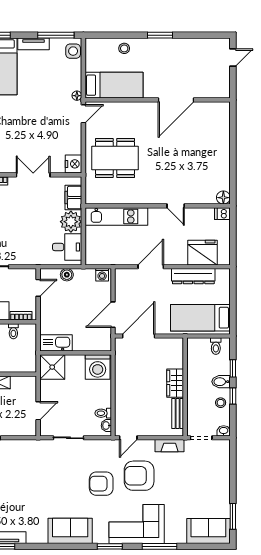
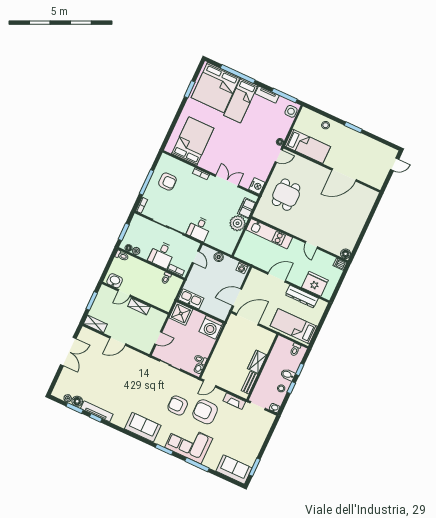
dining table: (115, 158) -> (286, 195), width x0.73
desk: (67, 247) -> (199, 229), moved, turned 90
door: (38, 288) -> (196, 257), hinge flipped

